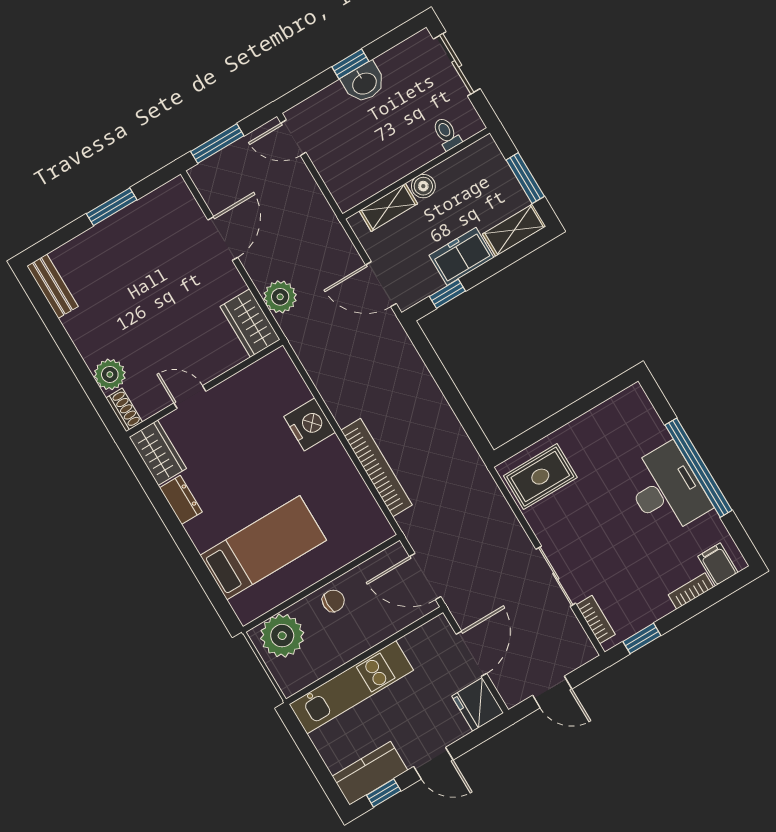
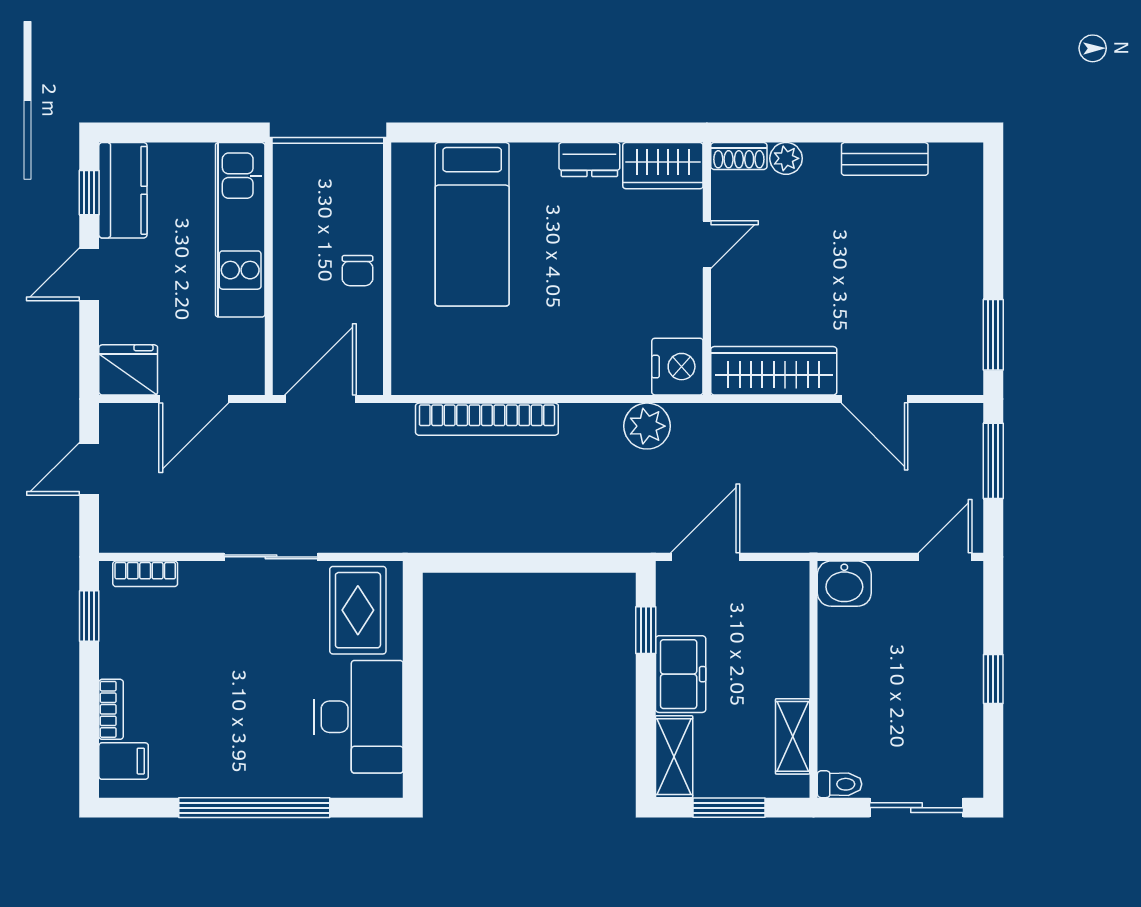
washbasin: (364, 83) -> (844, 584), moved, turned -90
toilet: (447, 134) -> (840, 784), moved
boiler: (423, 186) -> (793, 679), removed
window: (112, 207) -> (993, 335), moved
shelving: (388, 207) -> (793, 736), moved
bench: (52, 286) -> (885, 159), moved
plant: (280, 297) -> (647, 426), moved
wardrobe: (250, 323) -> (774, 371), width x1.50
plant: (110, 374) -> (786, 158), width x0.73, depth x0.73
nightstand: (310, 424) -> (677, 367), moved, turned -90
desk: (667, 490) -> (359, 717), moved, turned -90
sliding door: (556, 576) -> (271, 557), moved
plant: (282, 636) -> (352, 184), removed
door: (471, 654) -> (194, 399), hinge flipped

